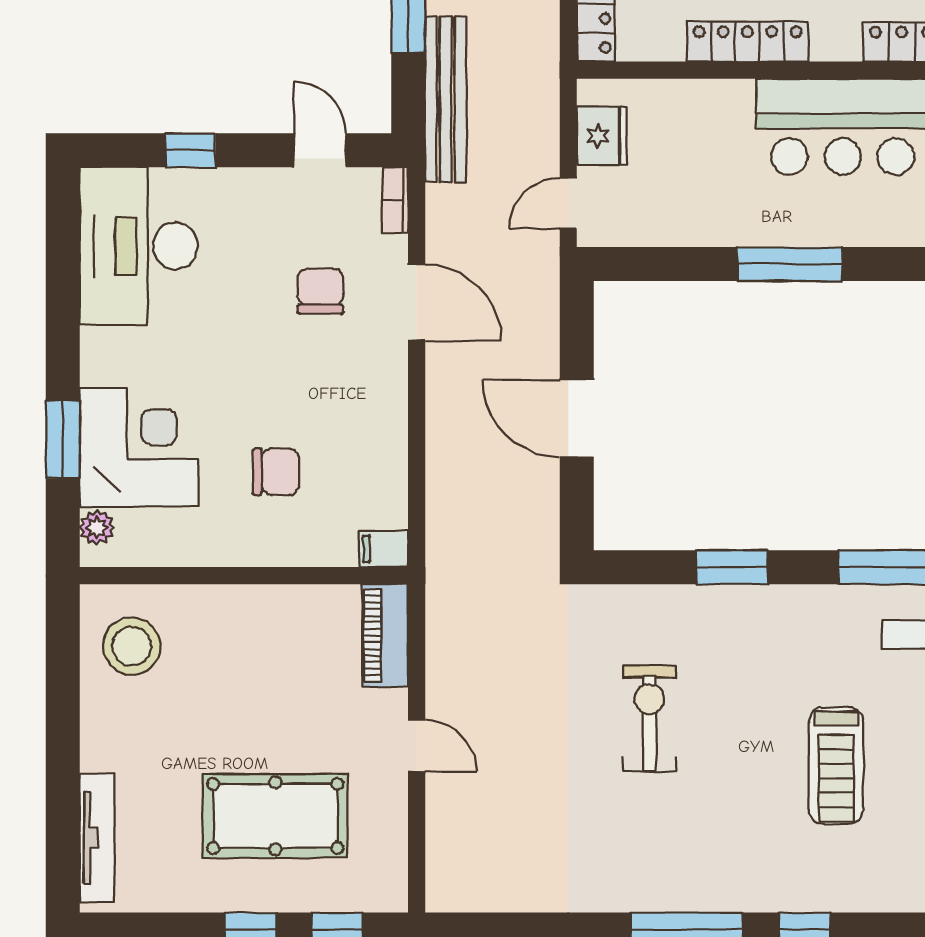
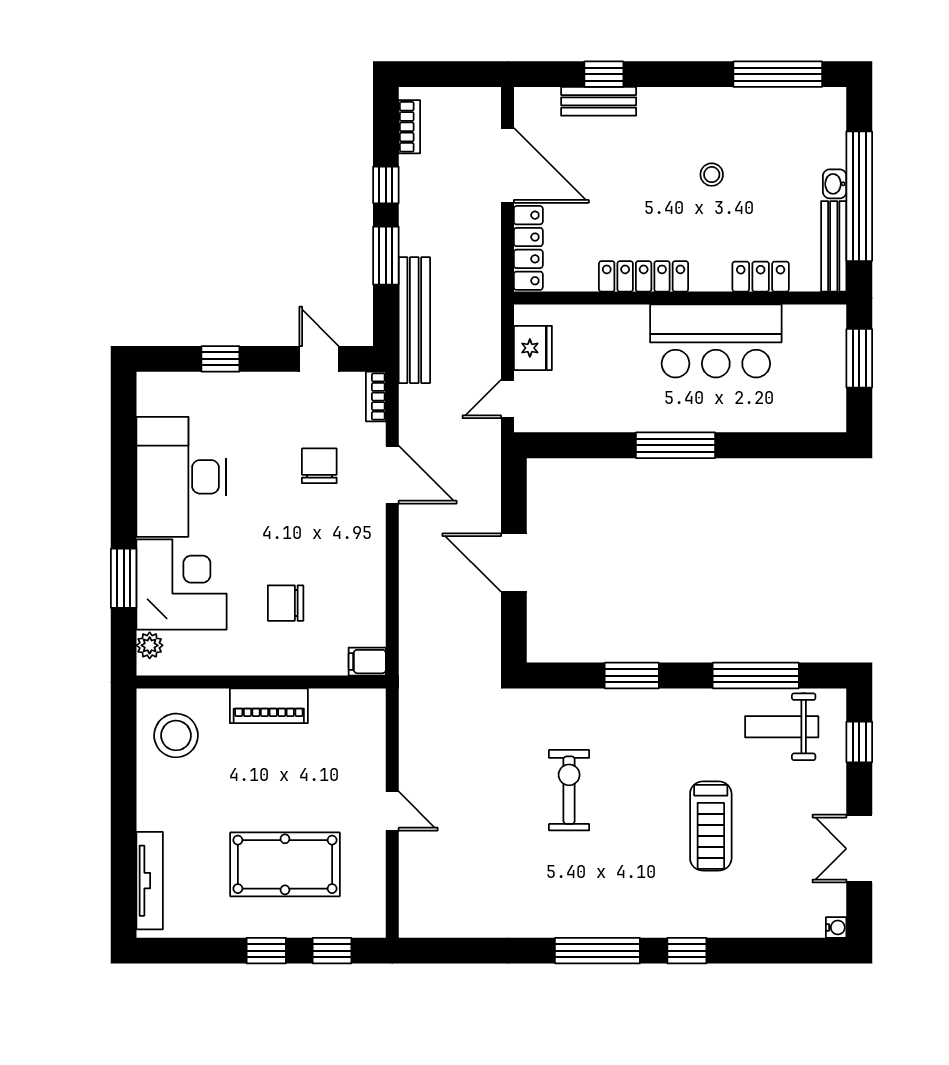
desk: (139, 246) -> (181, 477), moved
chair: (276, 472) -> (286, 603), turned 180
piano: (385, 635) -> (269, 706), moved, turned -90

